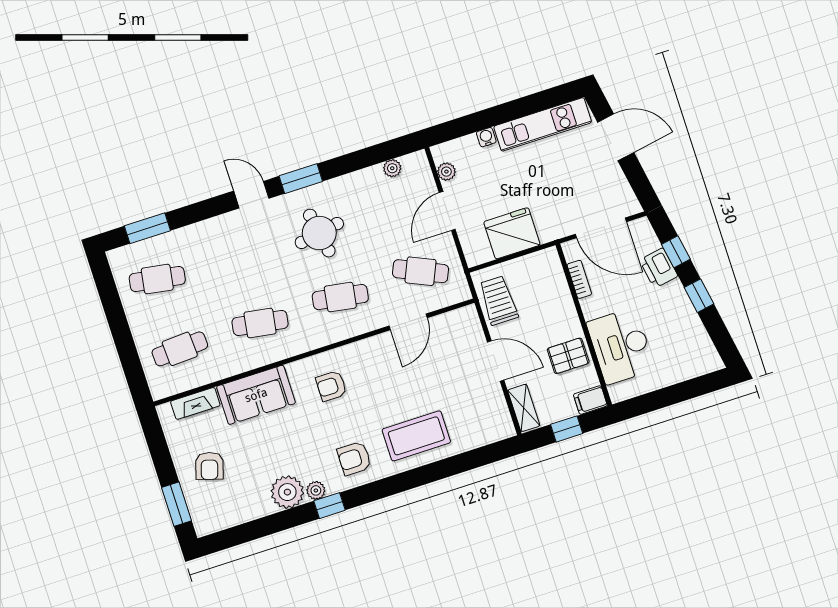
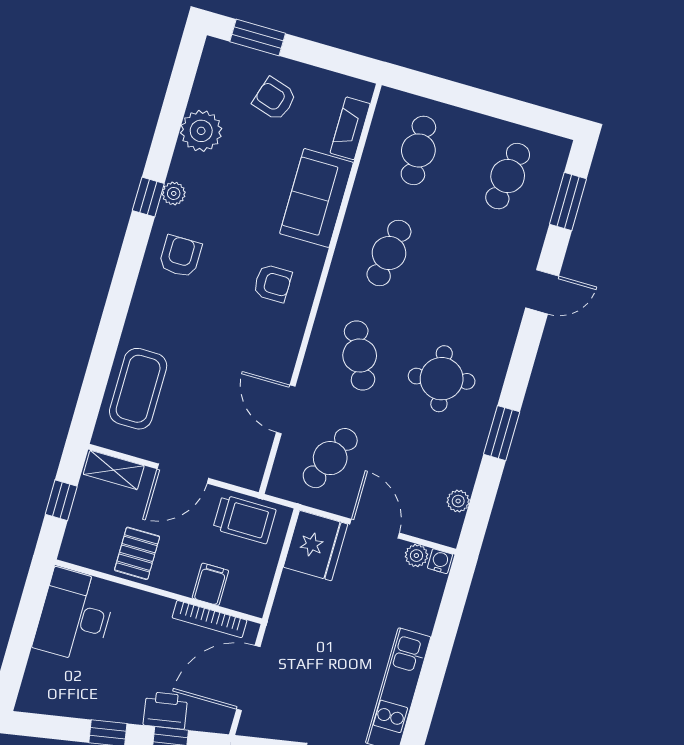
water cooler: (486, 137) -> (440, 561), moved, turned -90
window: (301, 179) -> (502, 433), moved
door: (251, 195) -> (542, 292), moved
fridge: (512, 233) -> (316, 546), moved
bookcase: (579, 279) -> (209, 619), width x1.56
cafe table: (340, 297) -> (360, 356), turned -33
desk: (621, 346) -> (75, 616), moved, turned -90
armchair: (331, 386) -> (273, 283), turned 90
filing cabinet: (590, 400) -> (210, 584), moved
coffee table: (416, 436) -> (138, 389), moved
plant: (287, 492) -> (201, 131), moved

